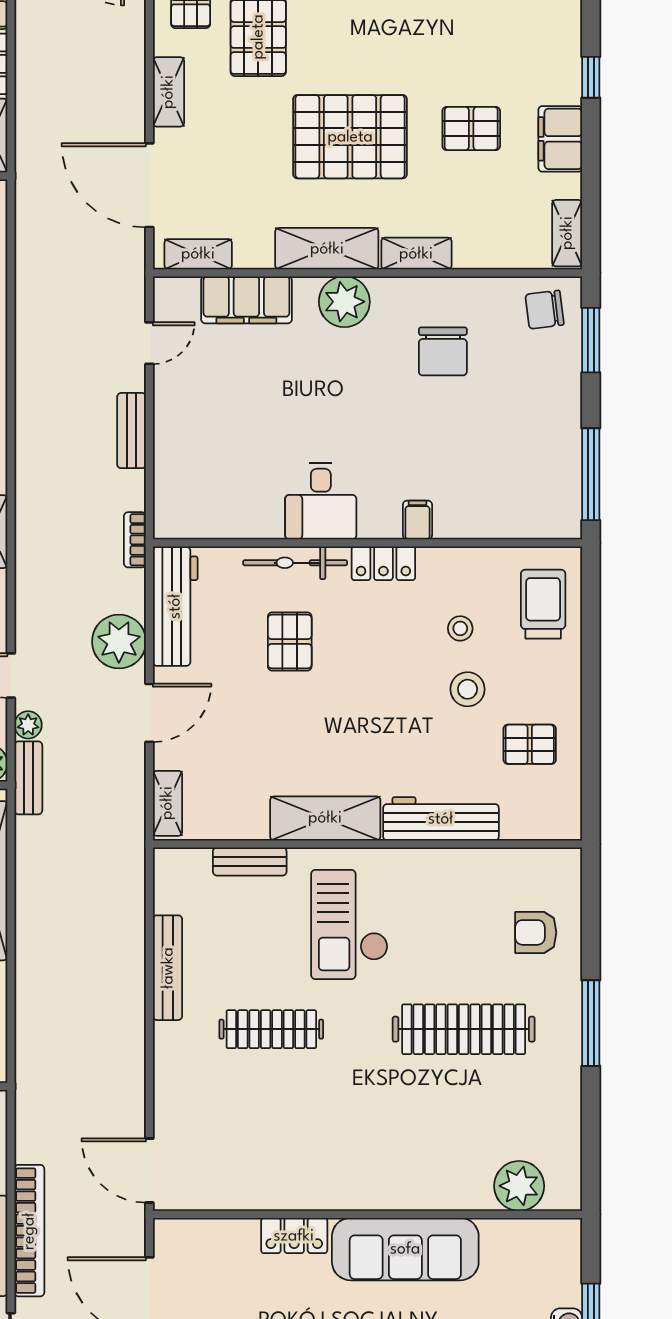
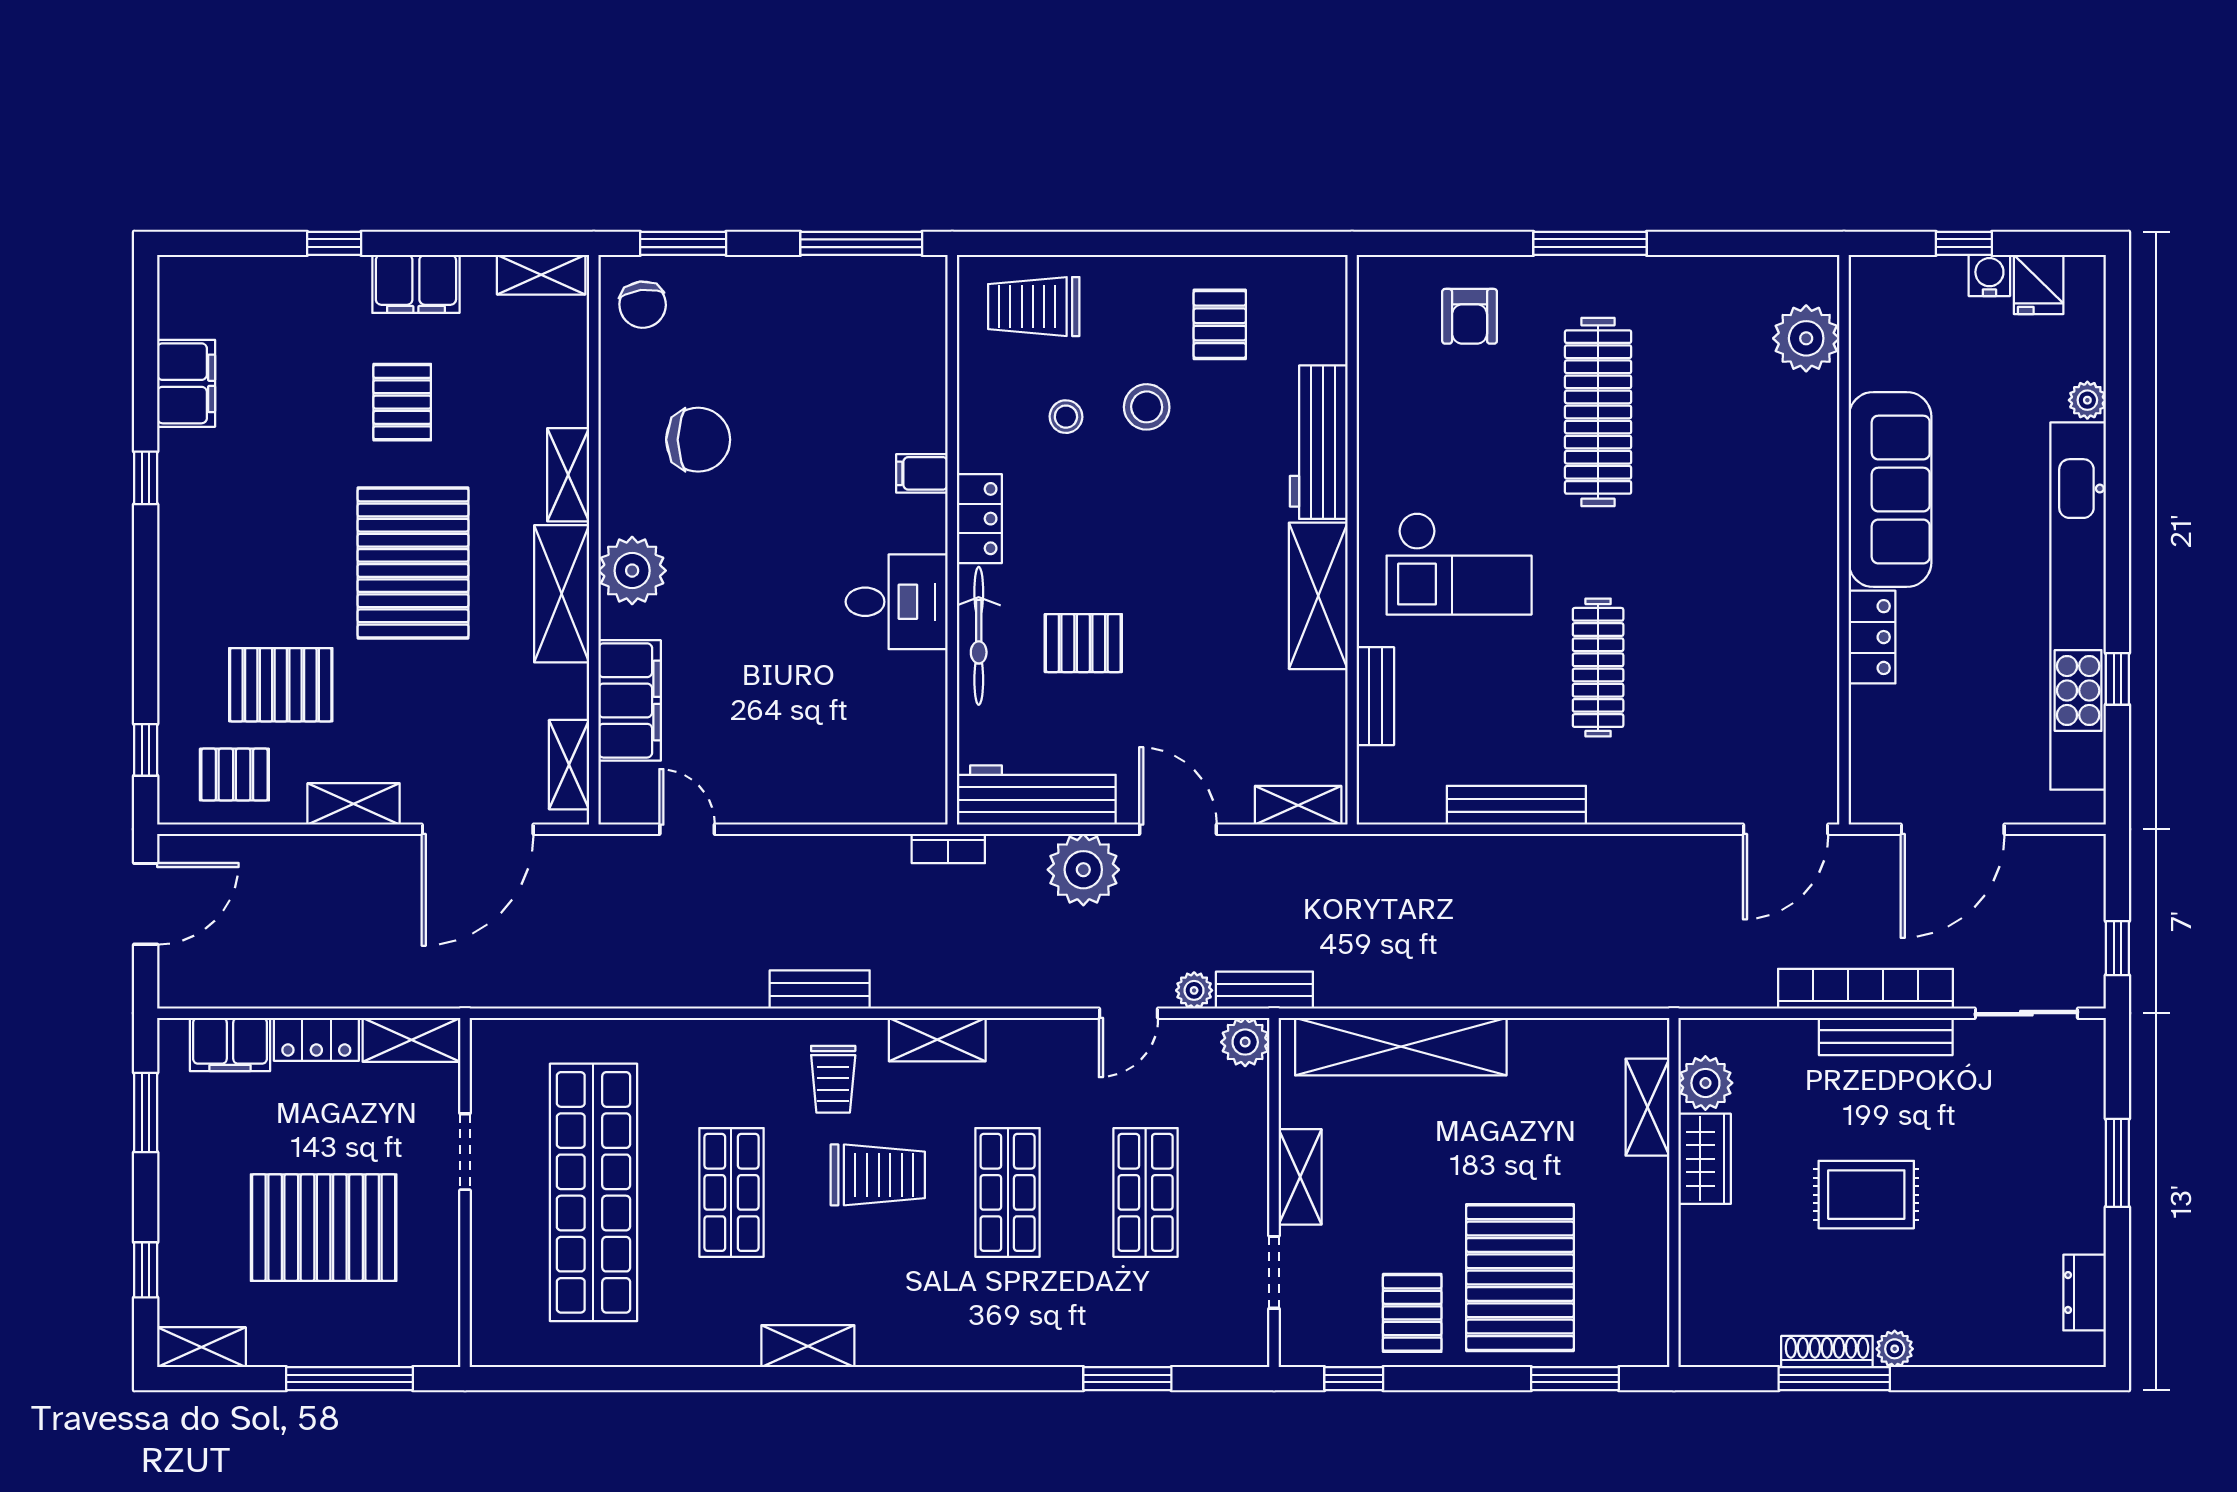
bench: (132, 431) -> (820, 989), moved

